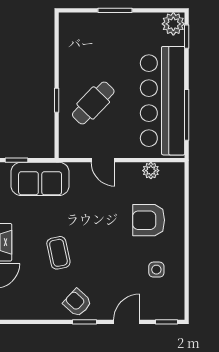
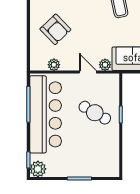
cafe table: (93, 103) -> (95, 113), turned 76
plant: (79, 170) -> (105, 65), added
armchair: (149, 220) -> (55, 29), turned 46

